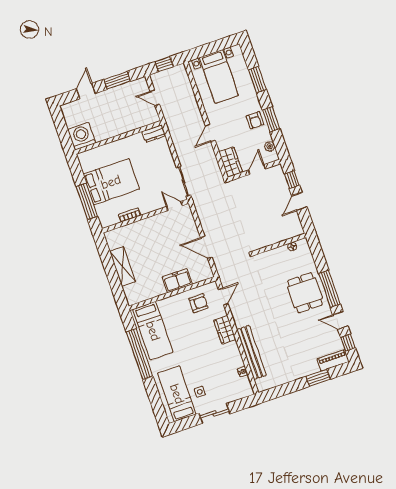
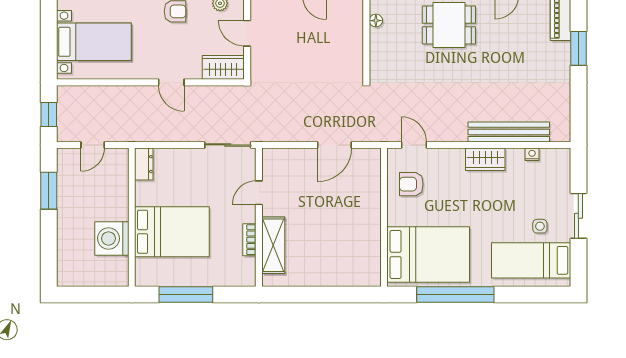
door: (86, 91) -> (49, 241), removed
washing machine: (82, 136) -> (112, 238), moved
bed: (111, 182) -> (172, 232), moved, turned 90
window: (87, 201) -> (186, 295), moved
door: (174, 206) -> (259, 193), moved
shelving: (123, 266) -> (273, 245), moved, turned 90
freezer: (177, 281) -> (368, 204), removed
armchair: (198, 303) -> (411, 184), turned -90
wardrobe: (225, 330) -> (485, 159), moved
bed: (153, 331) -> (428, 254), width x1.50

